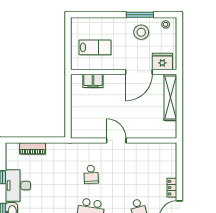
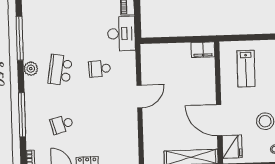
filing cabinet: (93, 81) -> (203, 50), moved, turned -90
desk: (61, 154) -> (121, 34), added

